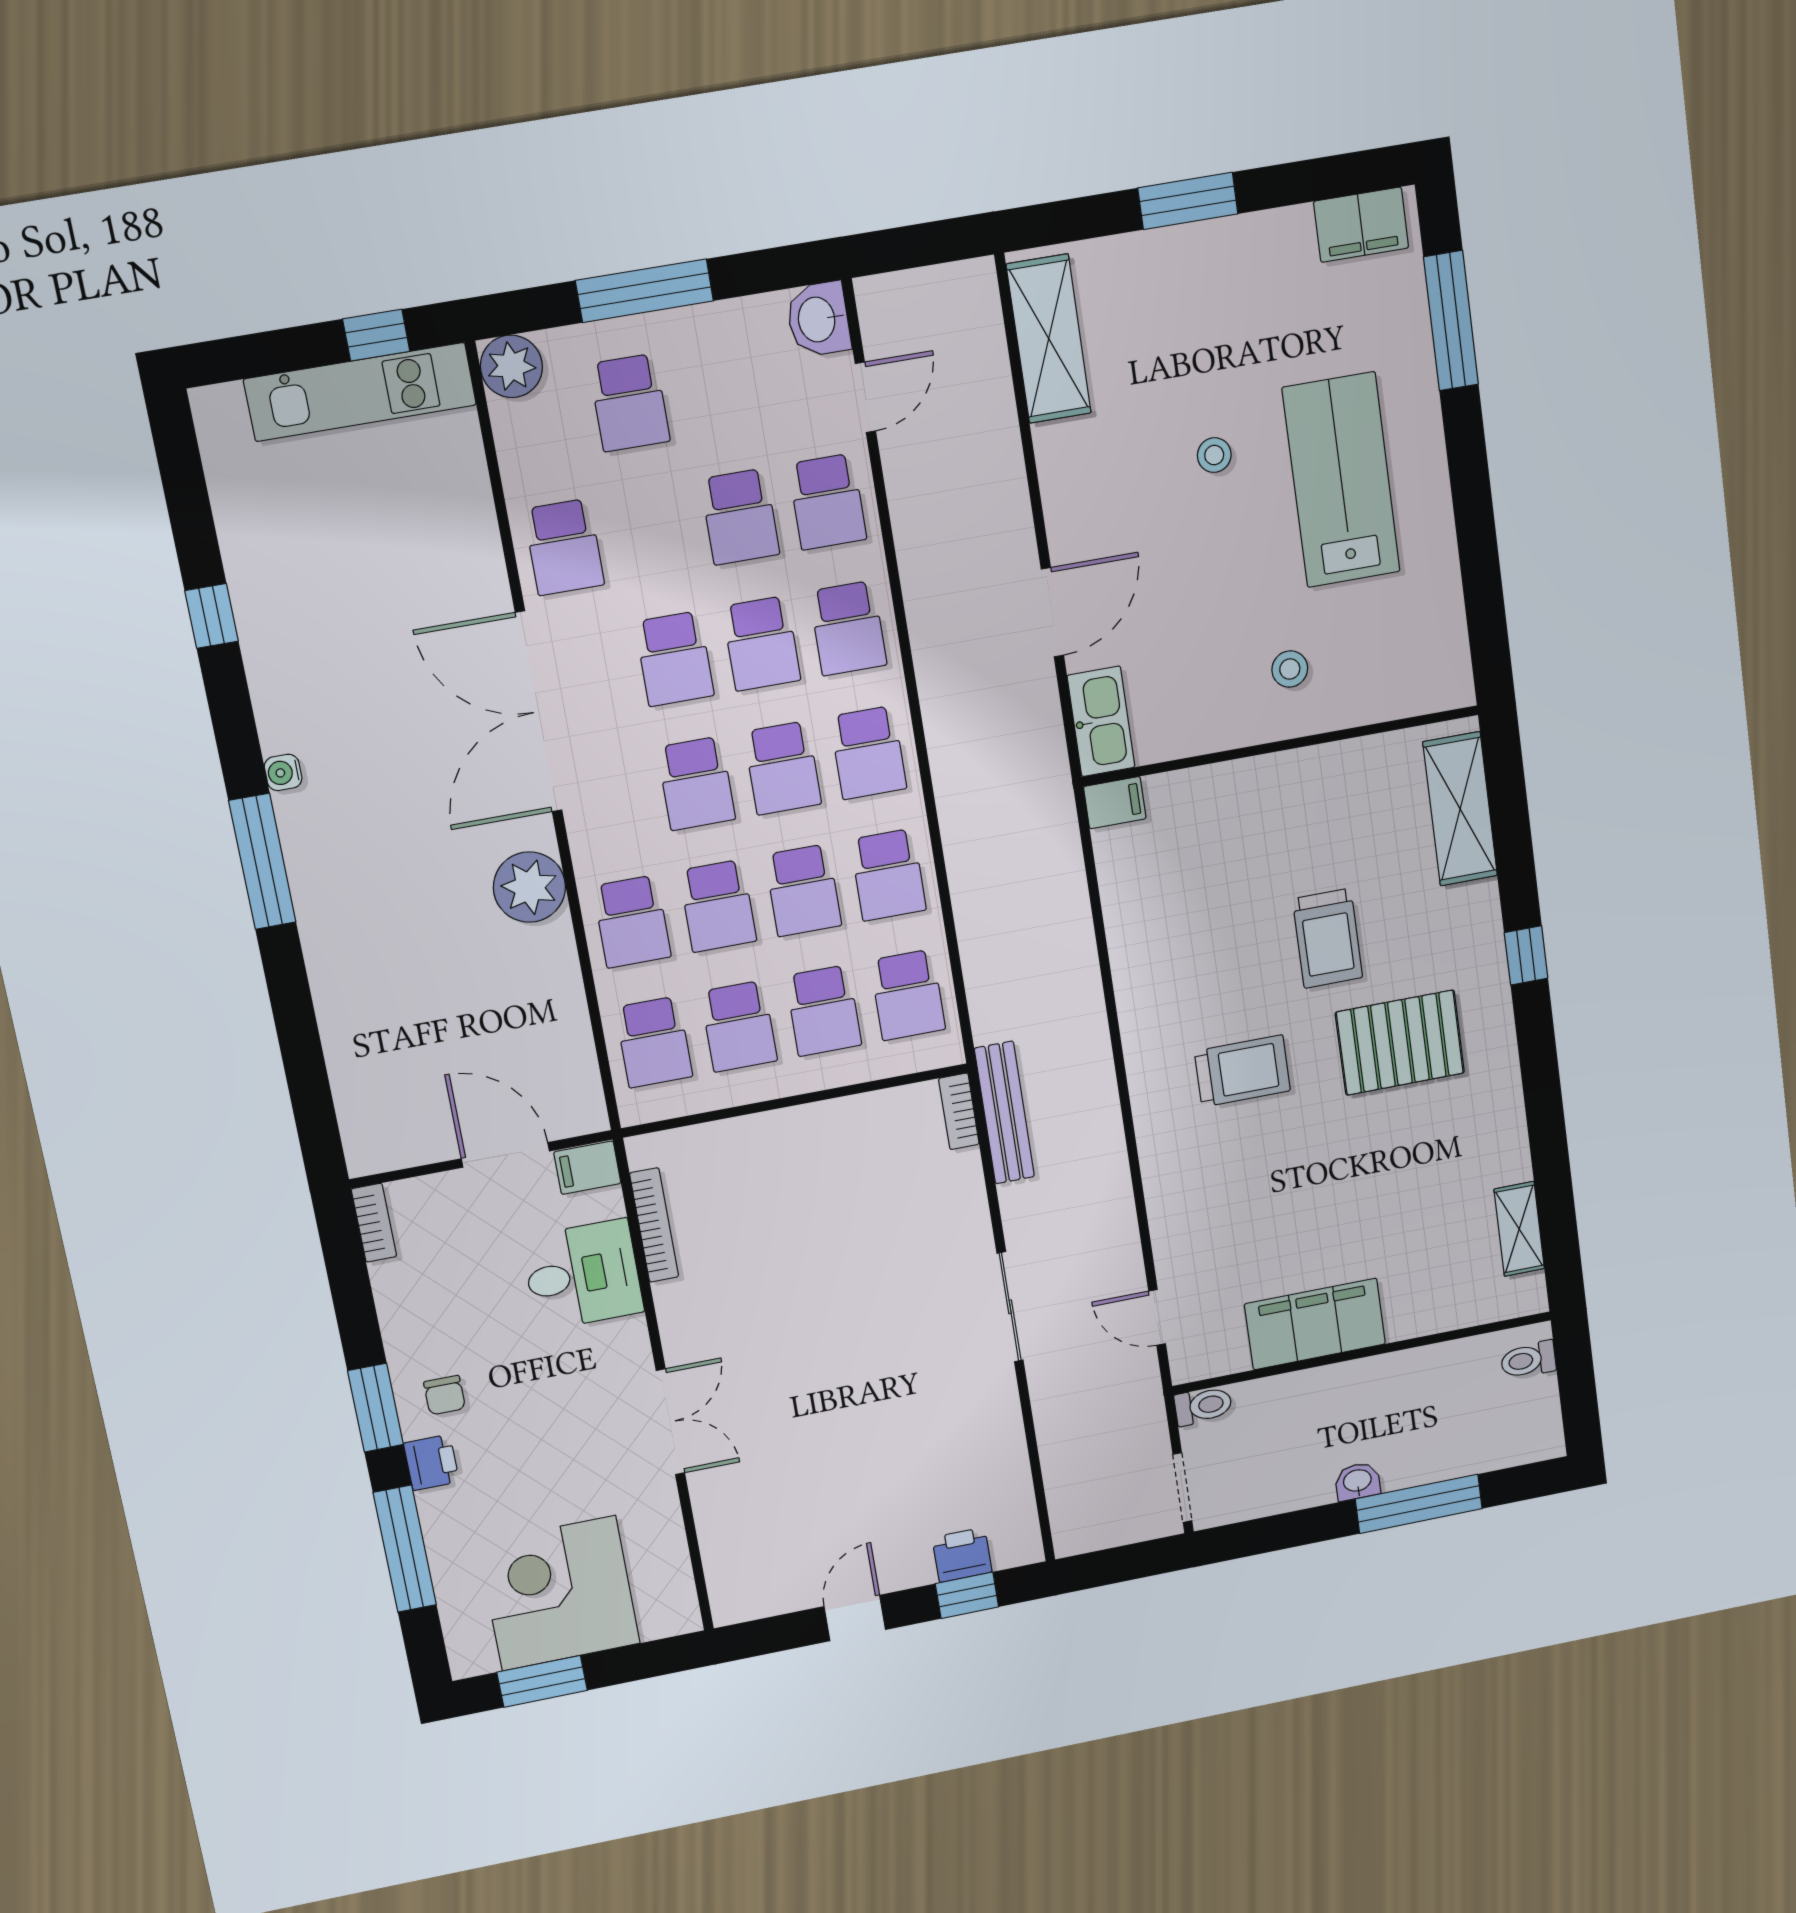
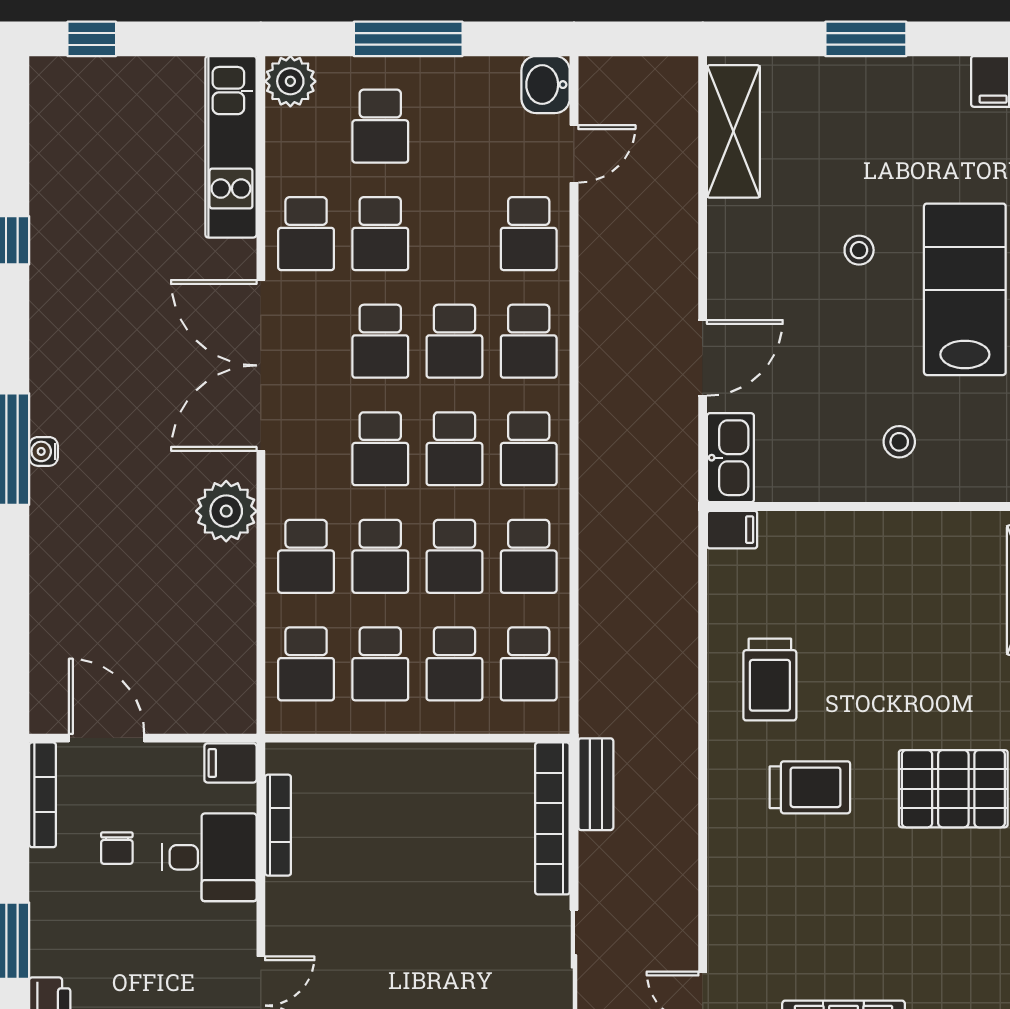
window: (376, 335) -> (92, 39), moved
kitchen unit: (360, 392) -> (231, 147), moved, turned 90
school desk: (740, 517) -> (380, 234), moved
water cooler: (283, 772) -> (43, 451), moved
trolley: (1328, 938) -> (770, 680), moved
bookcase: (959, 1111) -> (552, 818), width x2.31, depth x1.31
bench: (1004, 1113) -> (596, 784), width x0.73
door: (505, 1155) -> (107, 738), moved
bookcase: (374, 1223) -> (43, 795), width x1.56
chair: (445, 1395) -> (117, 848), moved

